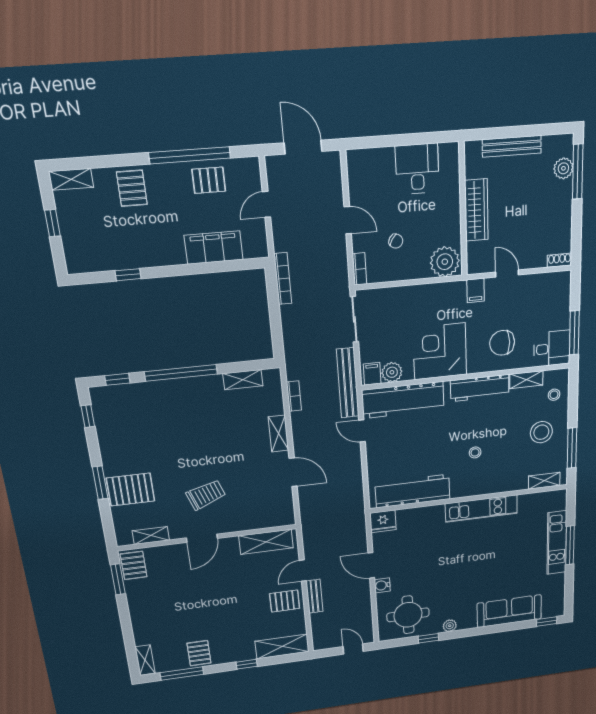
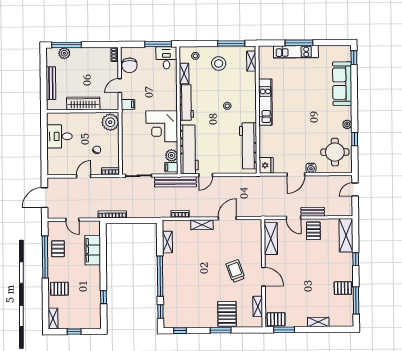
chair: (502, 343) -> (129, 65), moved
shelving: (145, 660) -> (318, 322), moved

